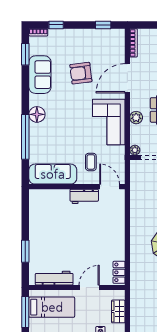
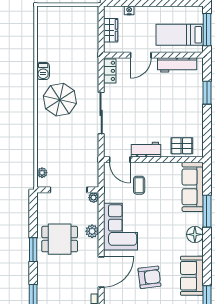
window: (25, 137) -> (207, 211), width x0.68
sofa: (53, 174) -> (193, 187), moved, turned 90
pallet: (50, 200) -> (182, 146), added
sliding door: (127, 232) -> (101, 113), added

